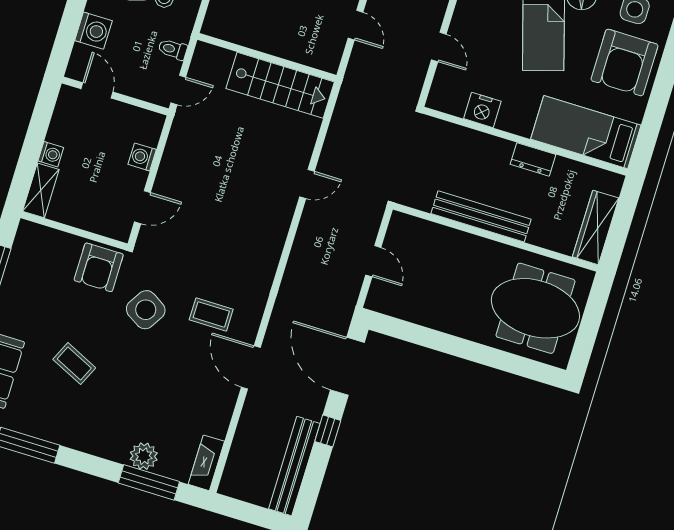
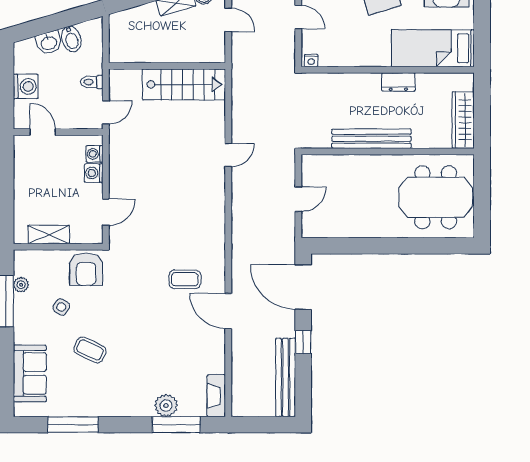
nightstand: (482, 110) -> (311, 61), moved, width x0.53, depth x0.56
washing machine: (51, 154) -> (94, 154), moved, turned 180
shelving: (41, 190) -> (49, 235), moved, turned 90
door: (373, 261) -> (298, 199), hinge flipped
plant: (17, 262) -> (21, 285), added
side table: (146, 310) -> (61, 307), moved, width x0.54, depth x0.54

